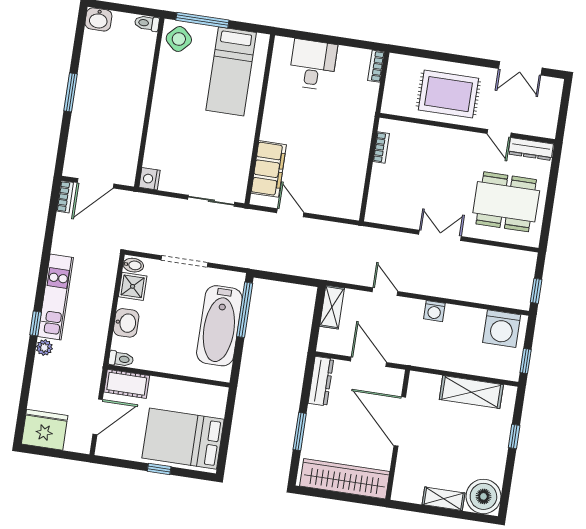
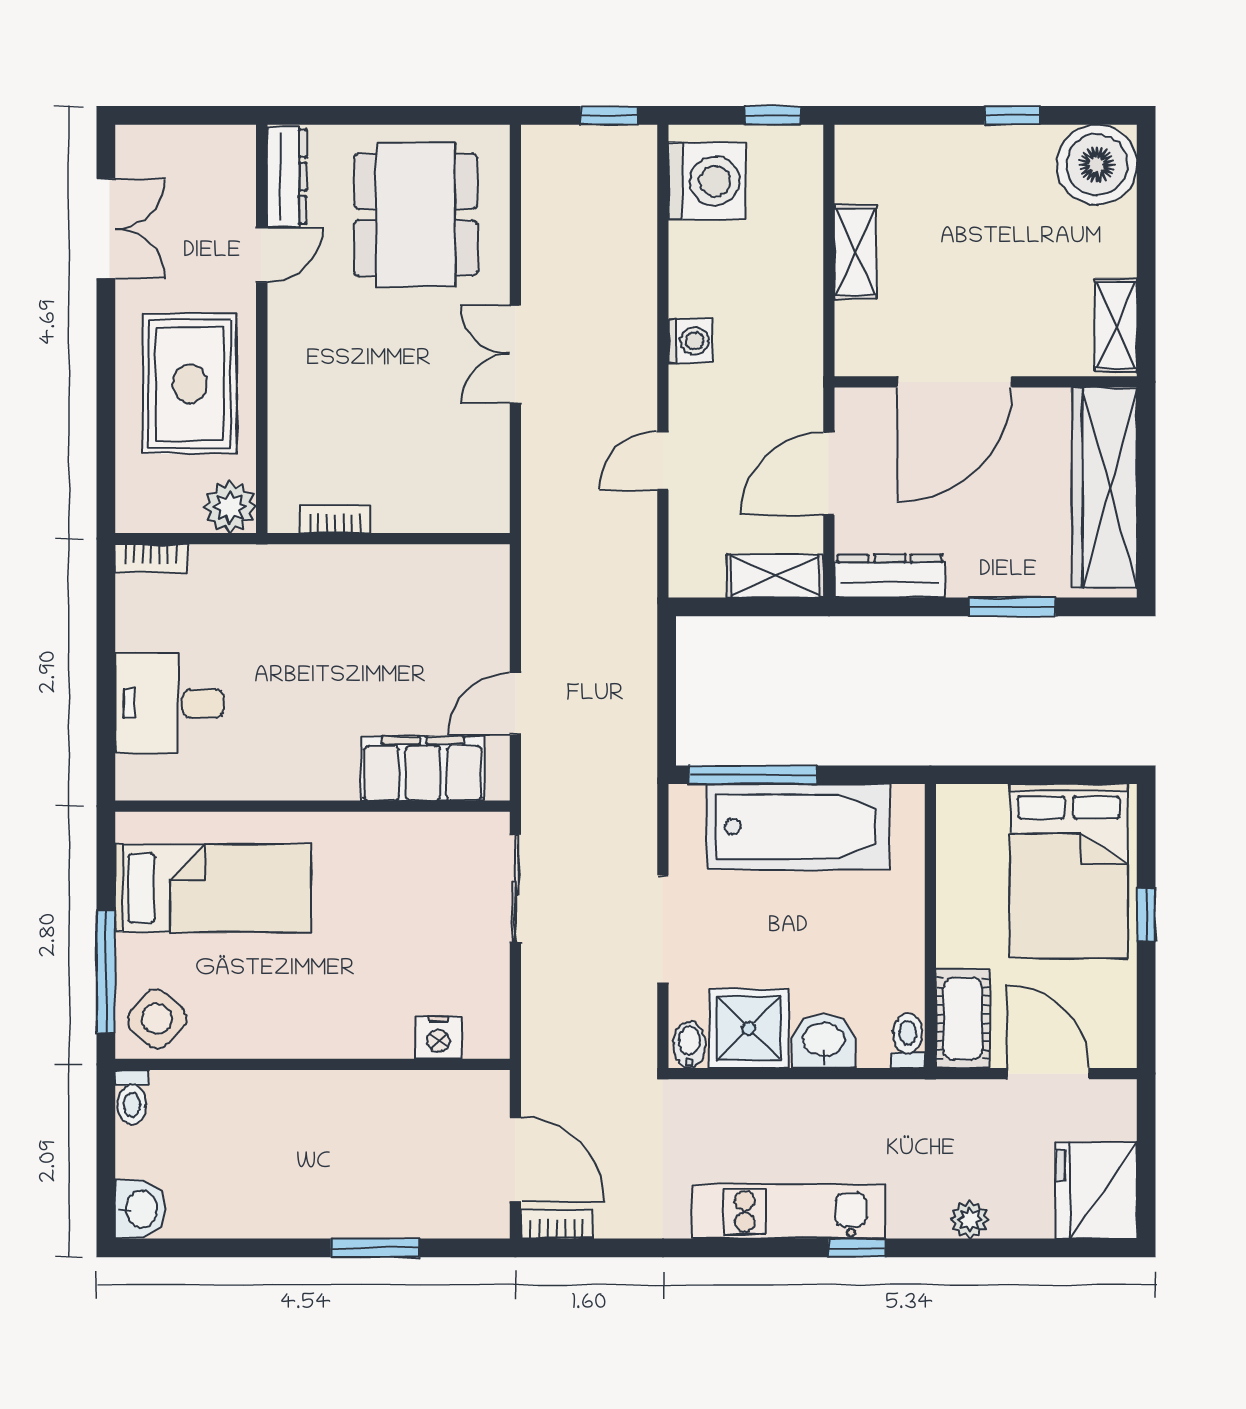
window: (70, 92) -> (375, 1248), moved
plant: (393, 103) -> (230, 507), added
nightstand: (150, 179) -> (438, 1037), moved
shower: (133, 286) -> (749, 1028), width x1.36, depth x1.36
shelving: (332, 307) -> (775, 576), moved
plant: (44, 348) -> (970, 1219), moved
shelving: (471, 392) -> (856, 252), width x0.67, depth x0.75
window: (514, 436) -> (1012, 115), moved
shelving: (444, 499) -> (1116, 325), moved

